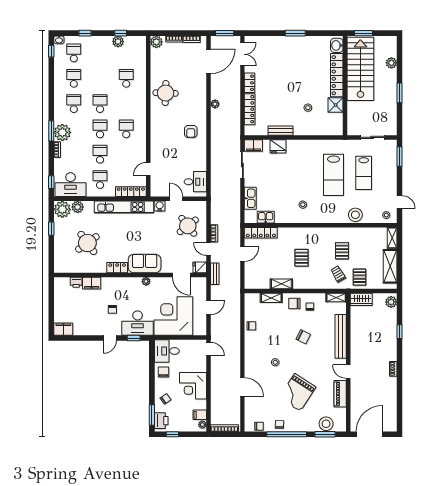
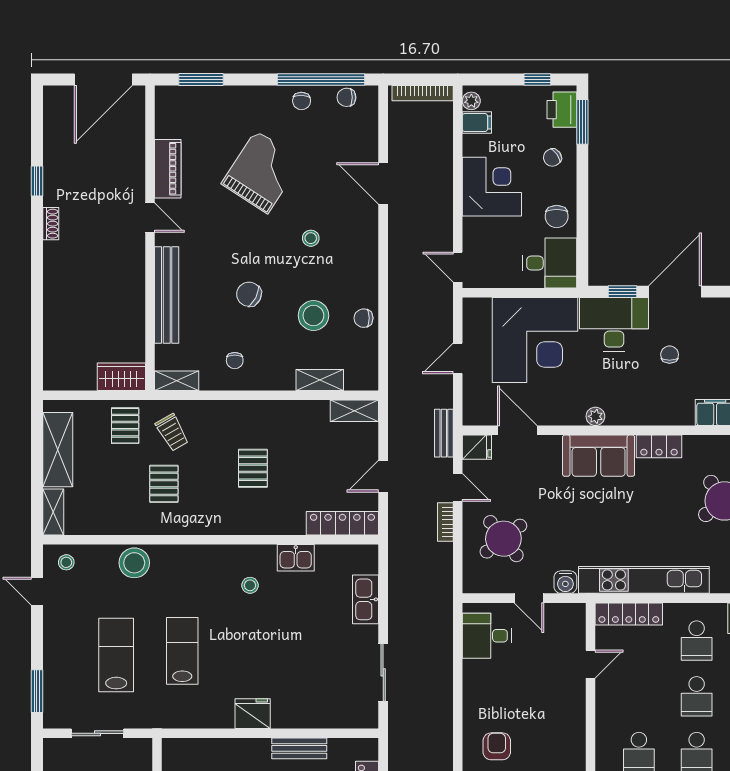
filing cabinet: (253, 146) -> (359, 715), removed
fridge: (278, 146) -> (253, 714), moved
lab bench: (334, 175) -> (182, 651), width x0.73, depth x0.72
kitchen sink: (266, 217) -> (296, 558), moved
shelving: (281, 284) -> (354, 411), moved
plant: (391, 302) -> (56, 371), removed
chair: (294, 303) -> (269, 368), removed
window: (400, 332) -> (37, 181), moved
door: (110, 338) -> (675, 292), width x1.88
stool: (326, 424) -> (313, 316), moved
window: (287, 434) -> (321, 79), moved

